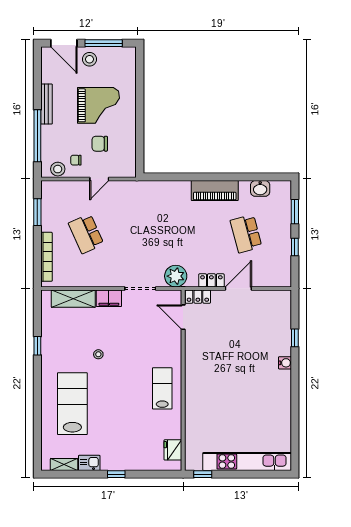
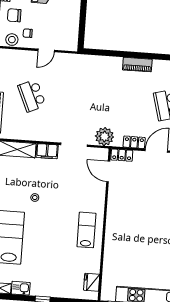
chair: (100, 144) -> (14, 15), moved
piano: (215, 191) -> (137, 65), width x0.73, depth x0.75

